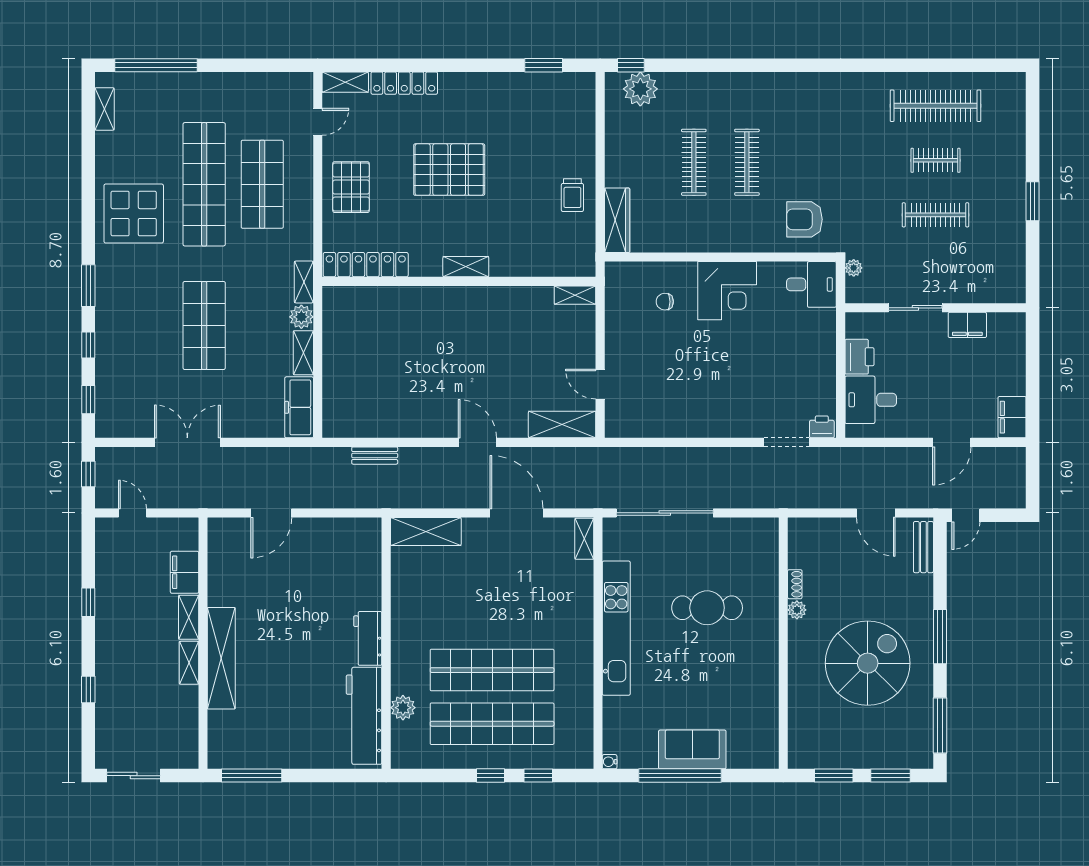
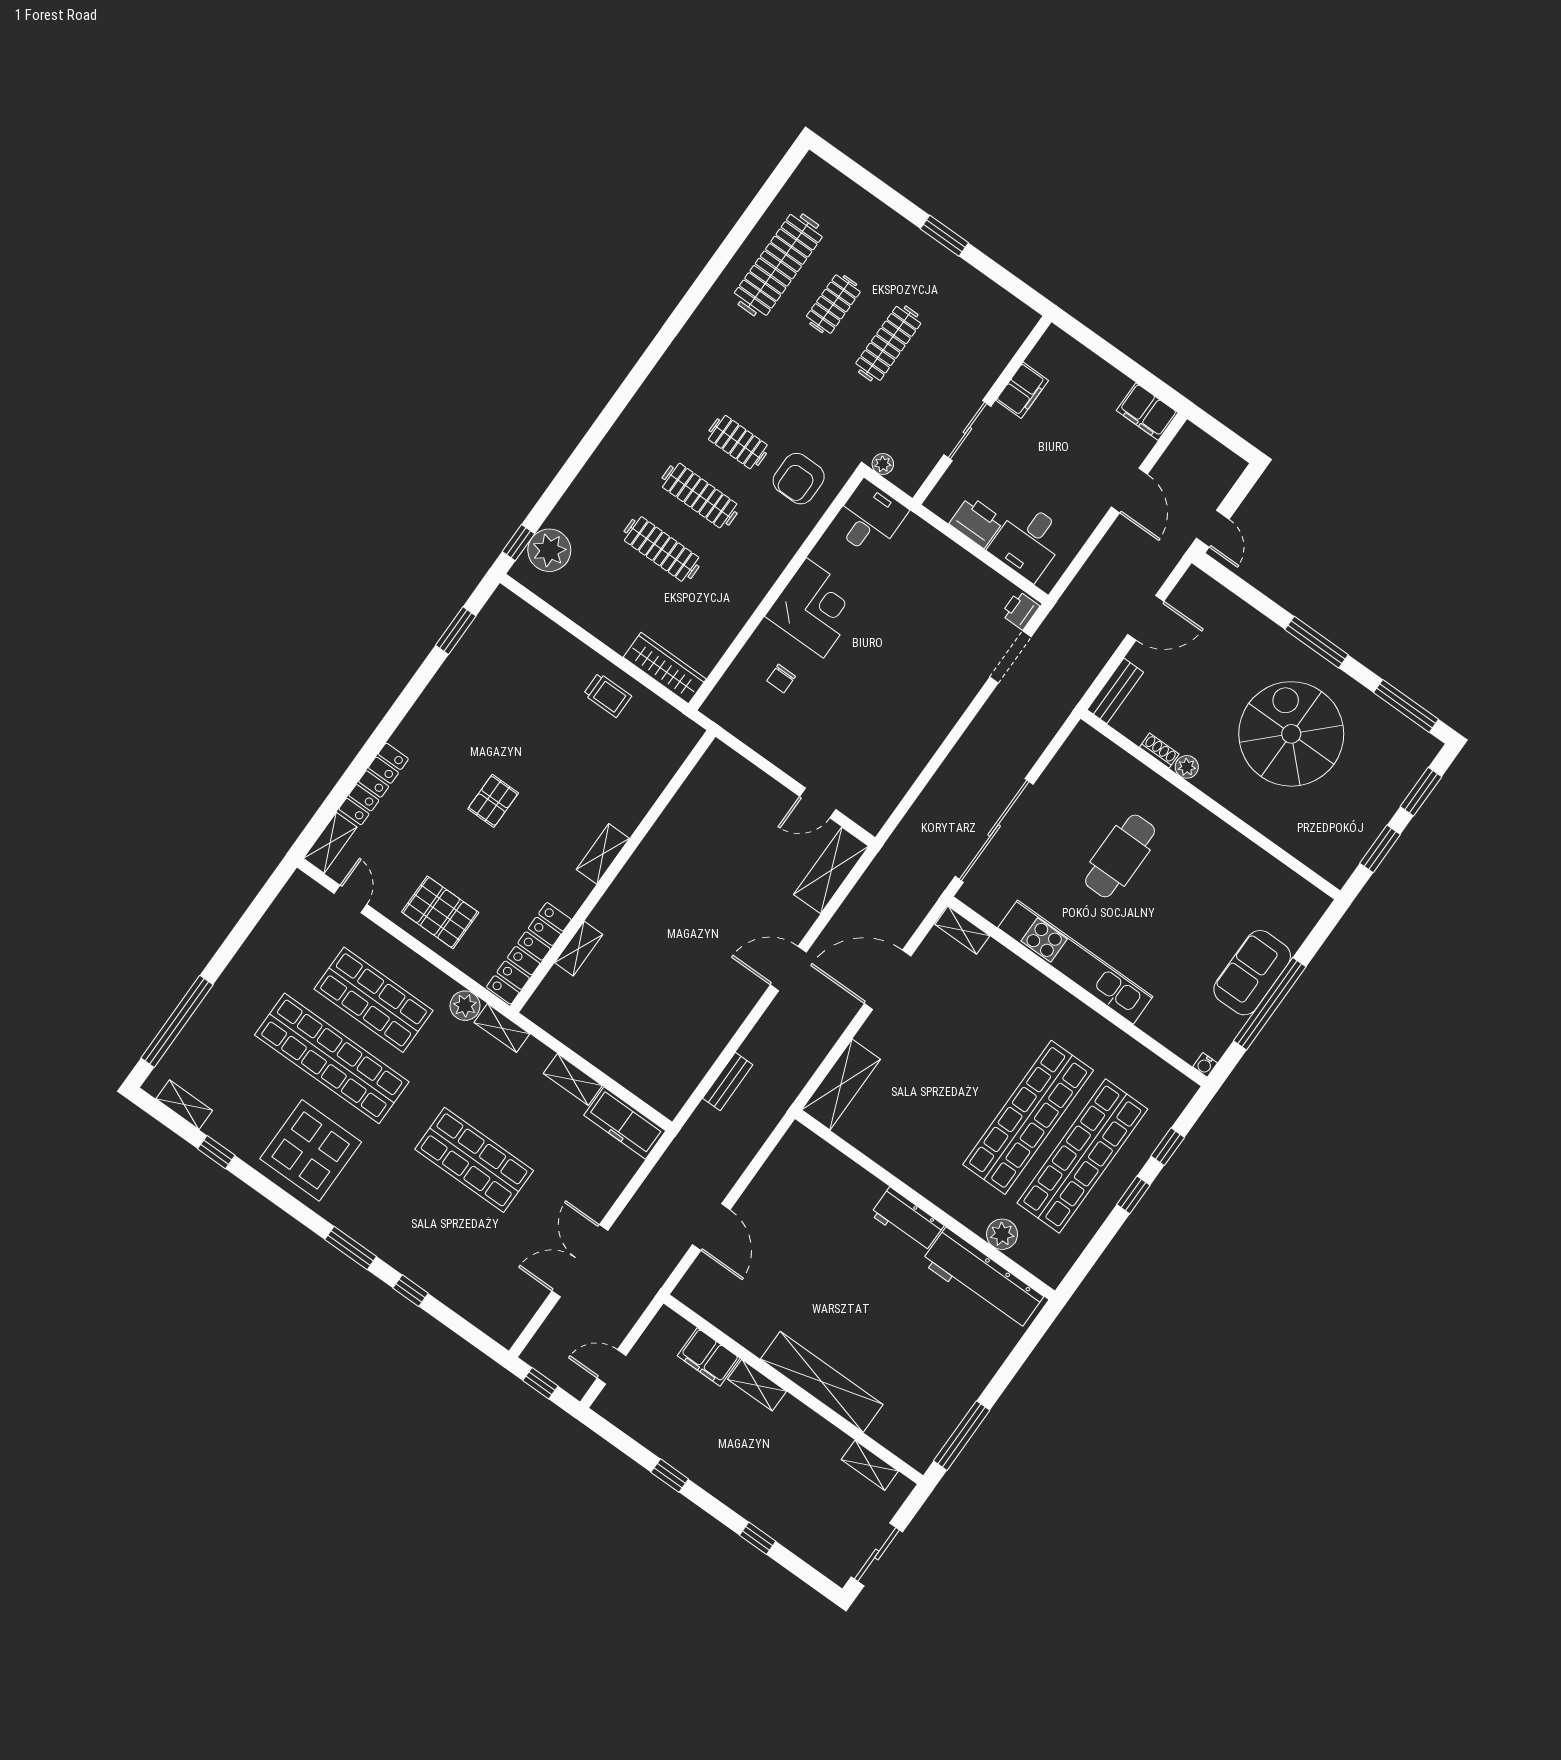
clothes rail: (800, 162) -> (738, 442), added
pallet: (449, 170) -> (493, 801), width x0.49, depth x0.50
shelving: (575, 295) -> (579, 949), moved
plant: (301, 317) -> (465, 1006), moved
window: (88, 400) -> (216, 1152), moved
bench: (923, 547) -> (1115, 691), moved, turned 90
shelving: (189, 663) -> (870, 1465), moved

